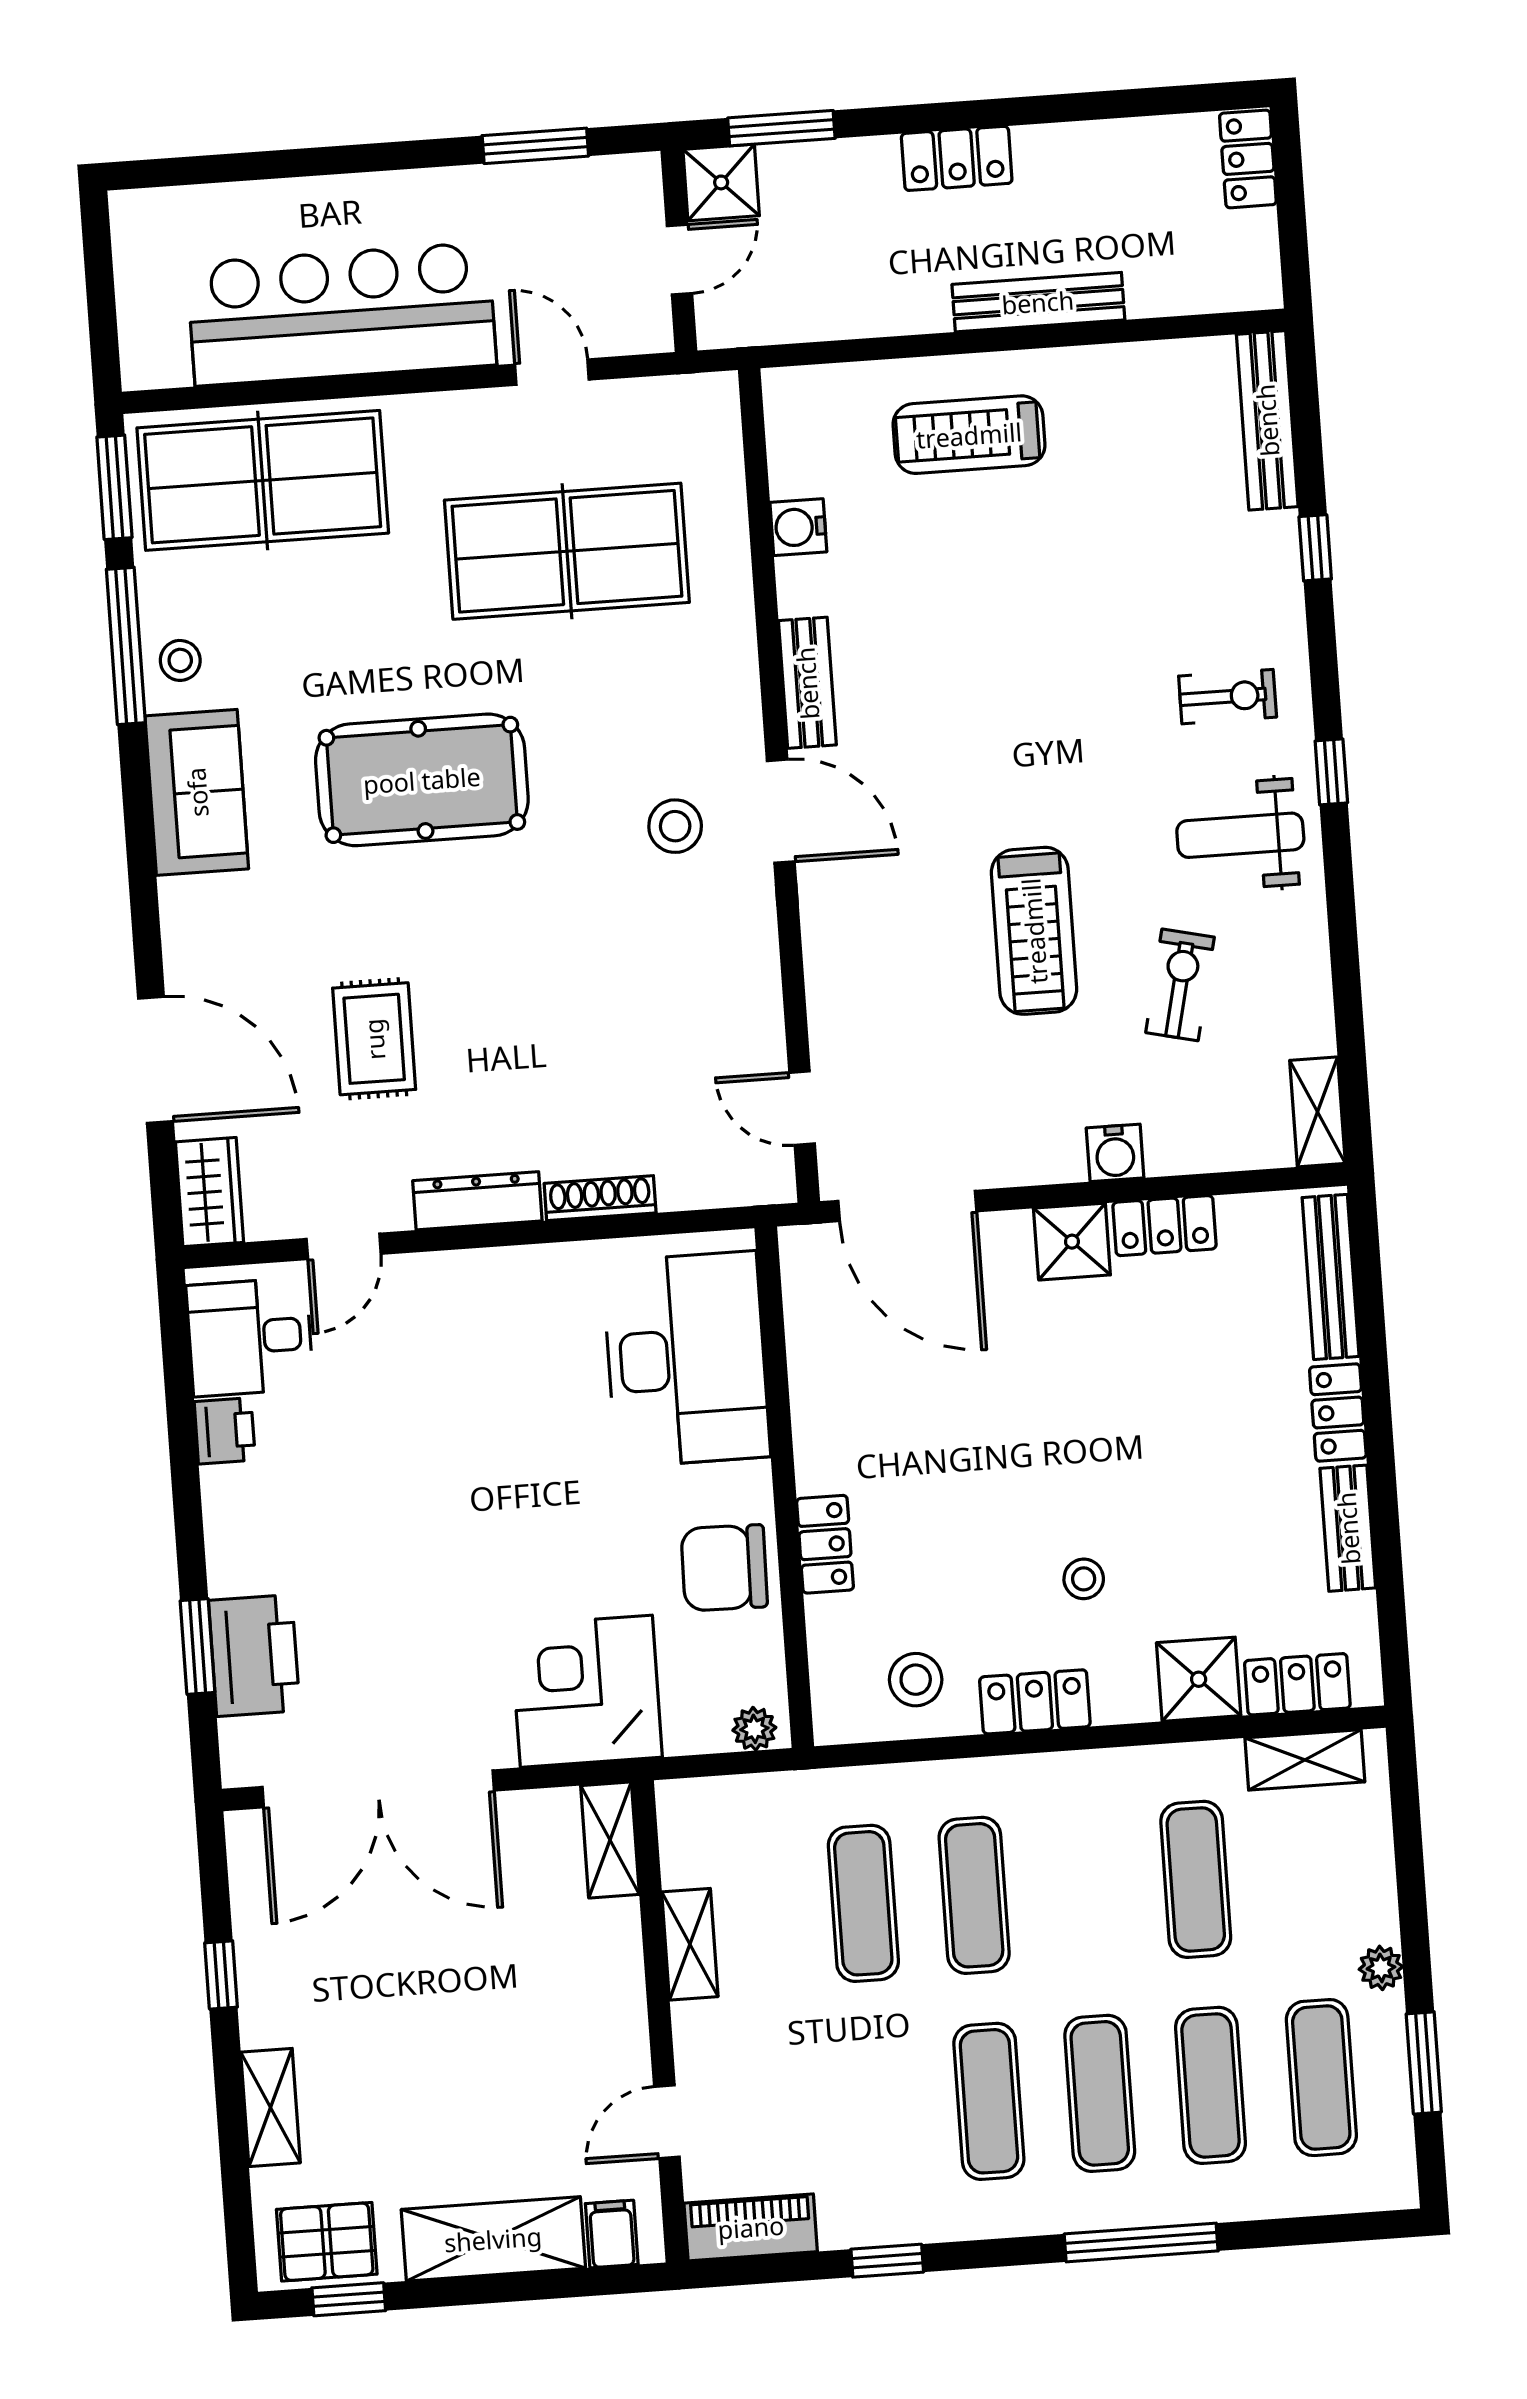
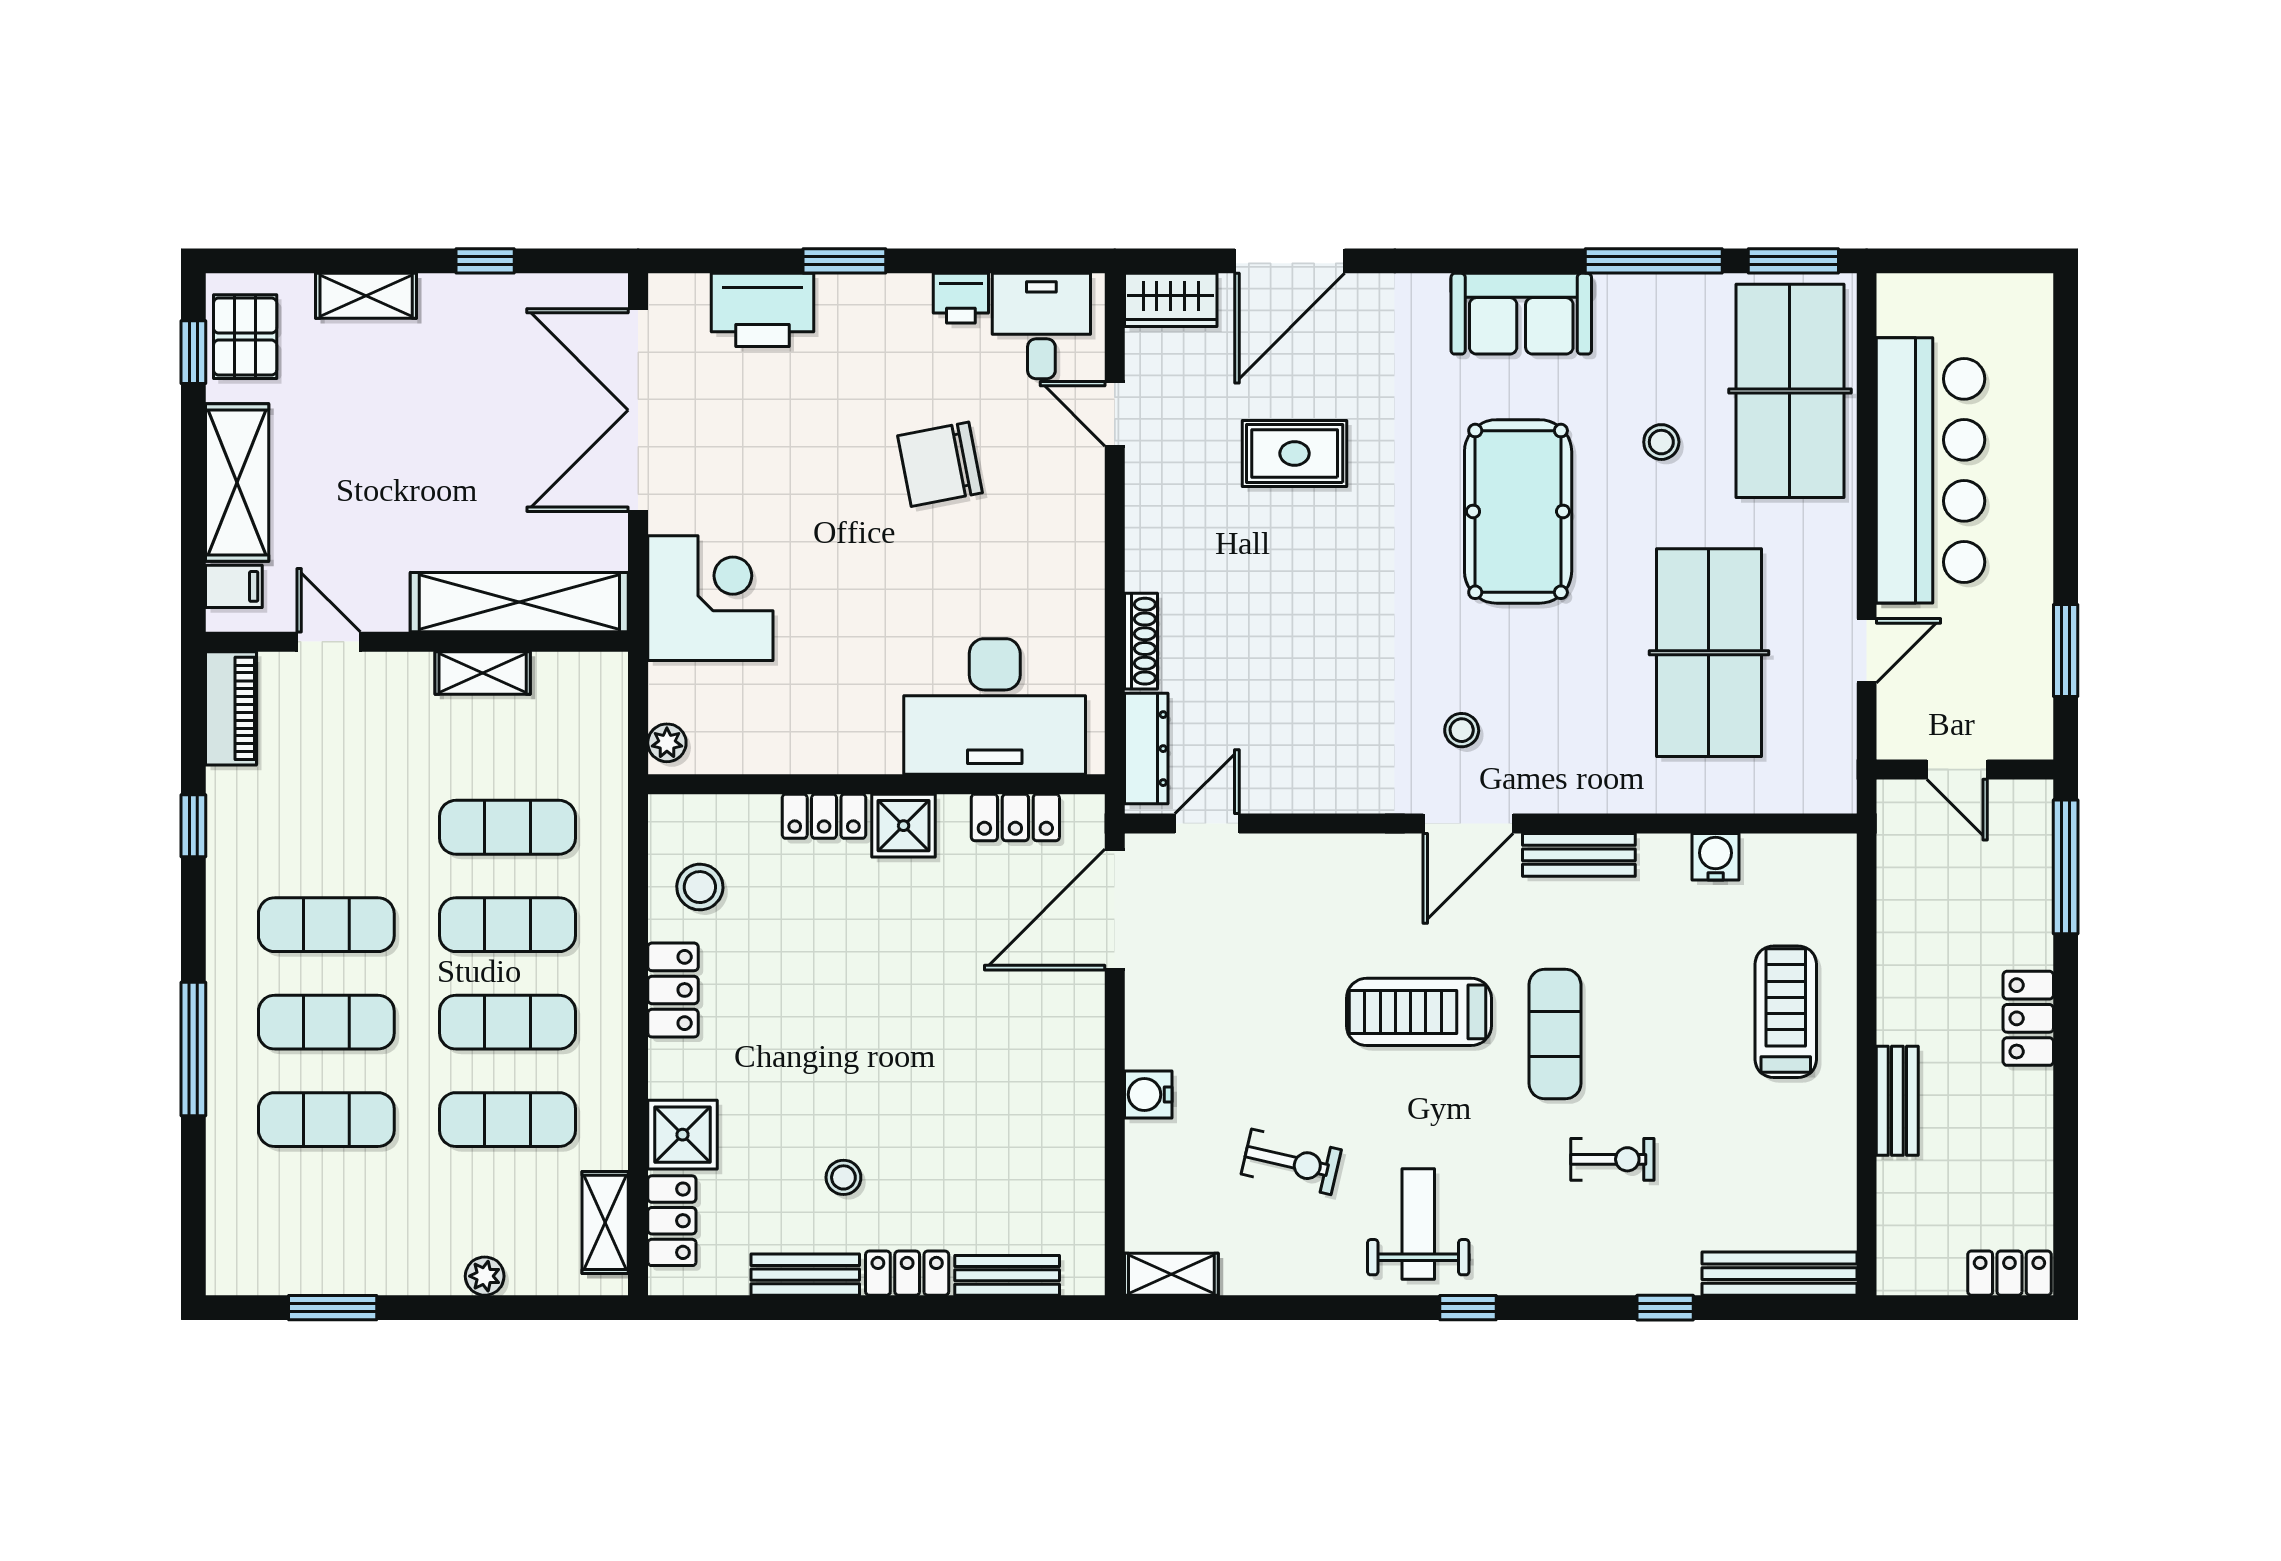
window: (781, 128) -> (2066, 867), width x1.44
shower: (721, 182) -> (2022, 811), removed
bench: (1038, 302) -> (1897, 1101), width x0.73
stool: (180, 660) -> (1661, 442), moved
exercise mat: (1013, 695) -> (1555, 1034), added
exercise bike: (1228, 697) -> (1612, 1159), moved, turned -90
stool: (675, 826) -> (1462, 730), width x0.73, depth x0.73
treadmill: (1034, 931) -> (1419, 1012), moved
dresser: (477, 1201) -> (1146, 749), moved
locker: (1164, 1226) -> (1015, 817), moved, turned -90
shower: (1072, 1242) -> (904, 826), moved
bench: (1331, 1277) -> (1007, 1275), width x0.73
chair: (724, 1568) -> (940, 464), moved, turned -102
stool: (1084, 1579) -> (843, 1177), moved
window: (198, 1647) -> (844, 261), moved
shelving: (610, 1840) -> (519, 602), width x2.20, depth x1.33
plant: (1381, 1968) -> (485, 1276), moved
exercise mat: (1321, 2078) -> (508, 1022), moved

